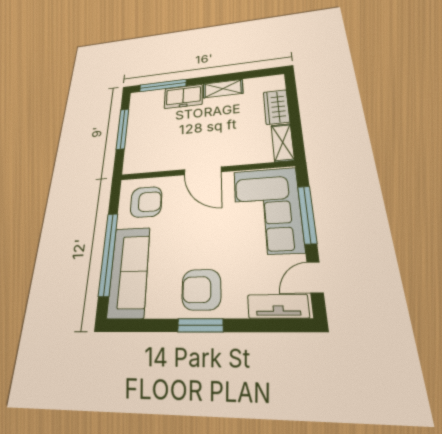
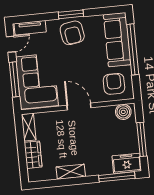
freezer: (183, 96) -> (127, 163), moved
boiler: (140, 163) -> (123, 112), added
armchair: (146, 202) -> (114, 84), turned 90
armchair: (201, 290) -> (72, 33), turned 81

